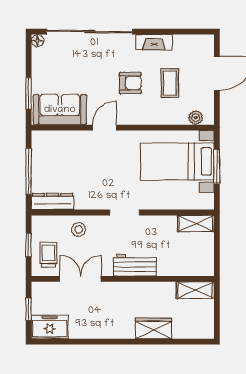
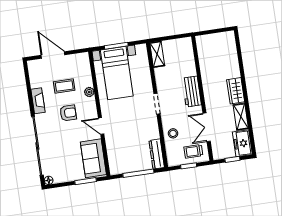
armchair: (130, 83) -> (68, 113), turned 90
plant: (196, 118) -> (89, 92), moved
shelving: (195, 290) -> (241, 117), moved
wardrobe: (154, 328) -> (236, 91), moved

